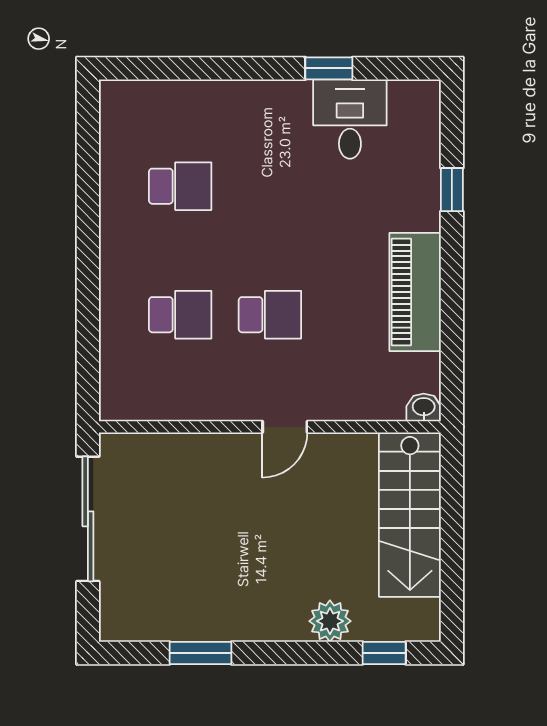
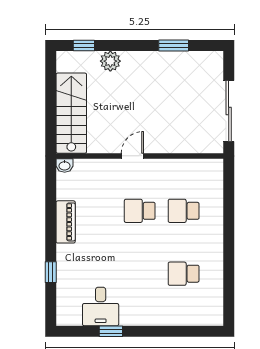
piano: (415, 292) -> (66, 222), width x0.73, depth x0.75

